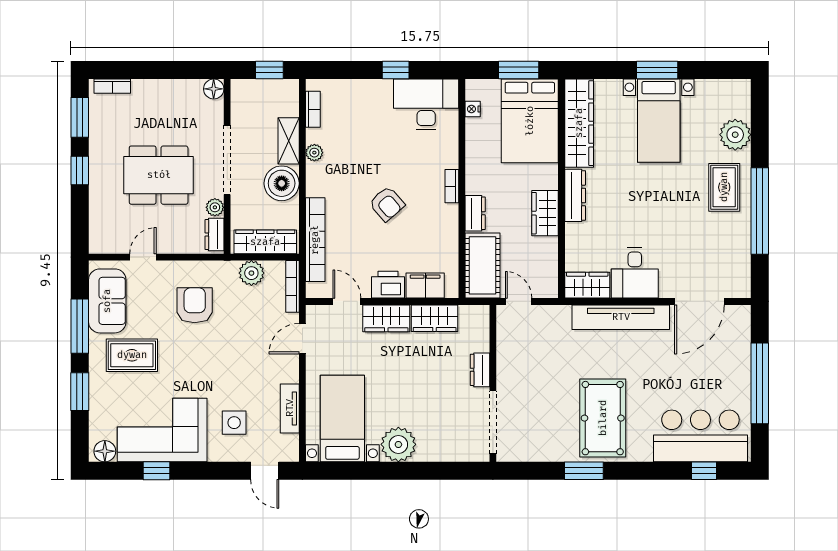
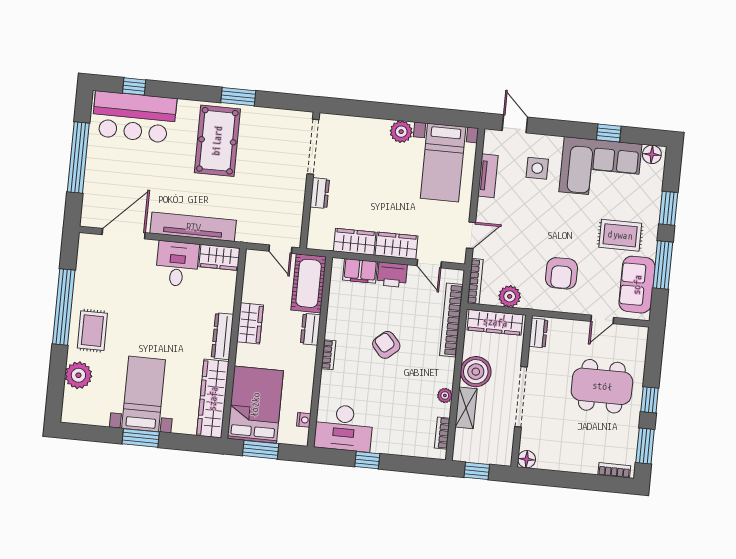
dining table: (159, 175) -> (602, 386), moved
plant: (215, 207) -> (536, 356), removed
plant: (398, 444) -> (401, 132), width x0.73, depth x0.73

